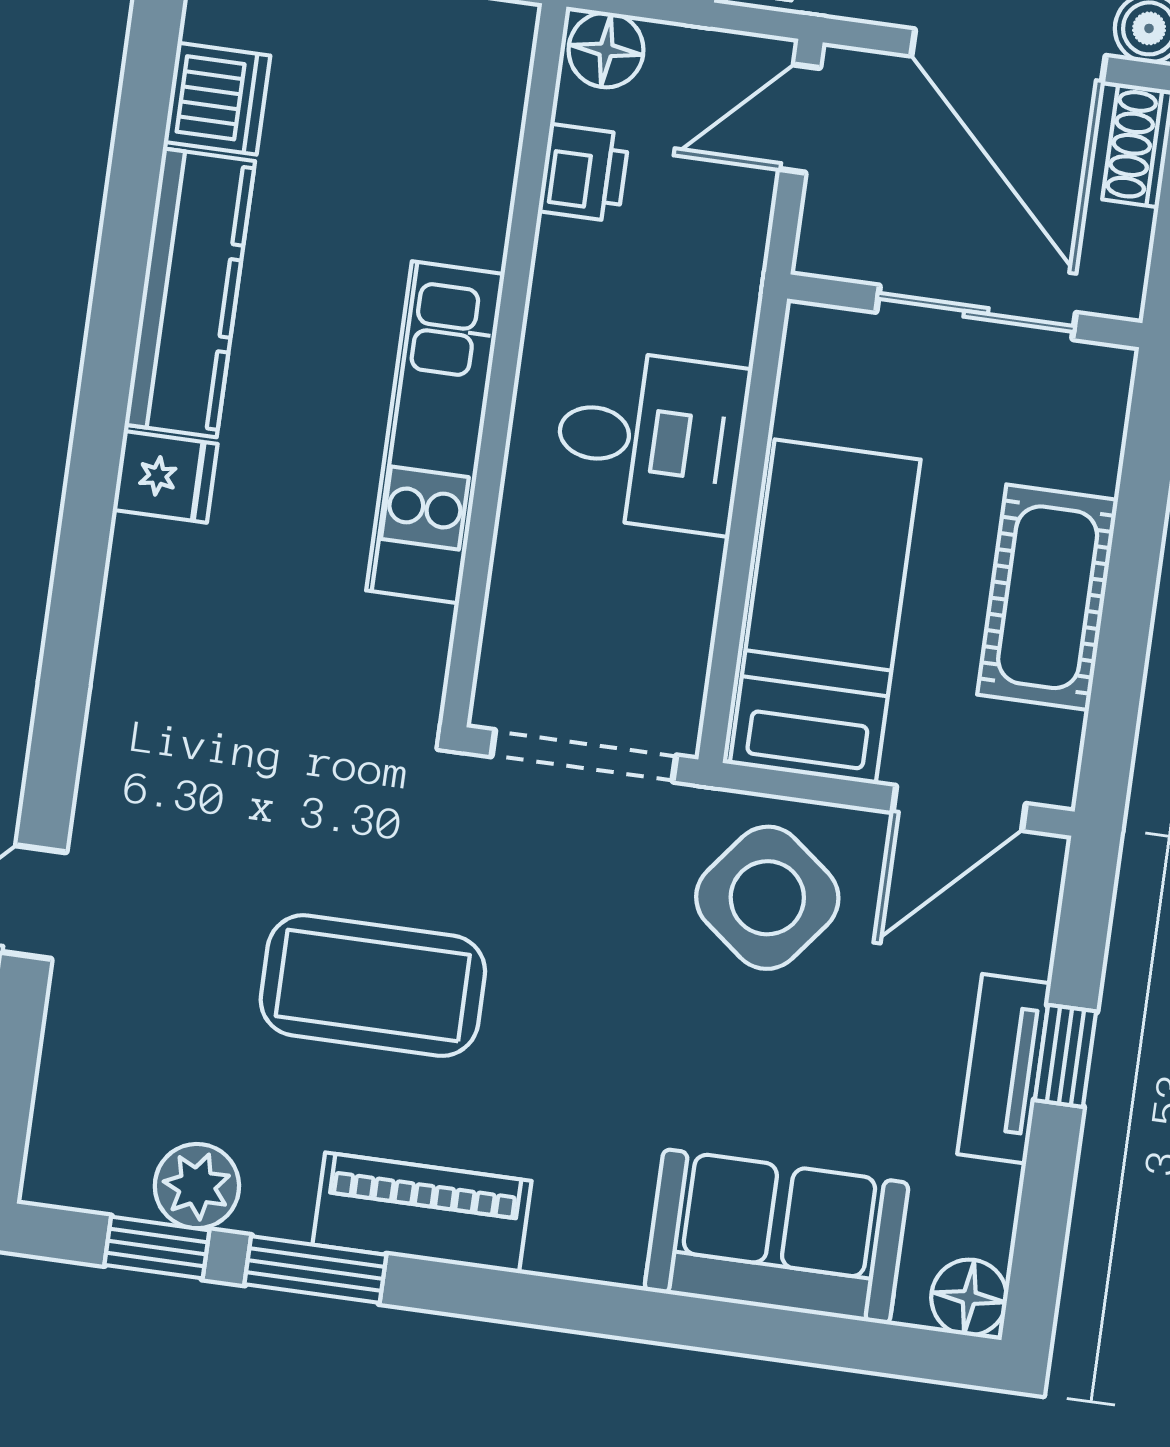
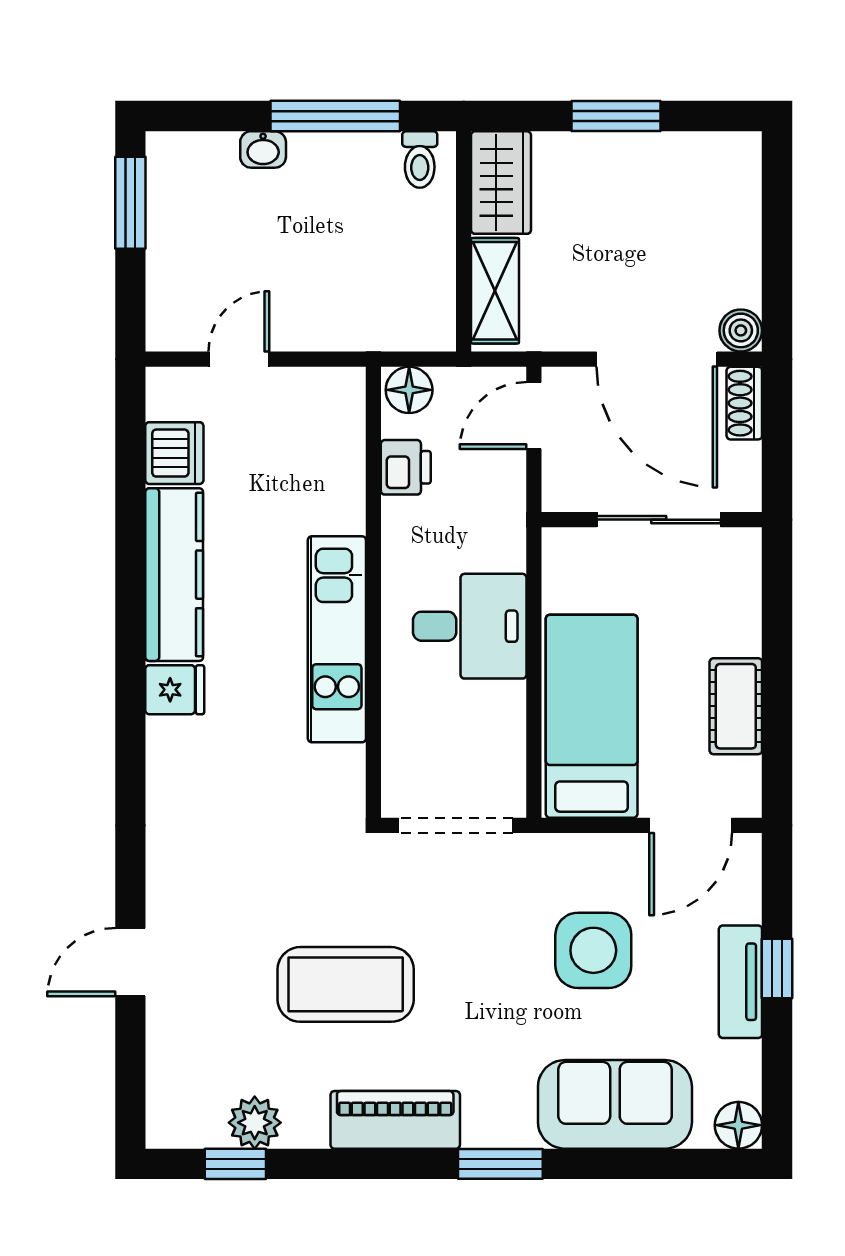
cot: (1048, 597) -> (736, 706), width x0.73, depth x0.75
side table: (767, 898) -> (593, 950), moved, turned -38
window: (315, 1270) -> (500, 1164), moved

